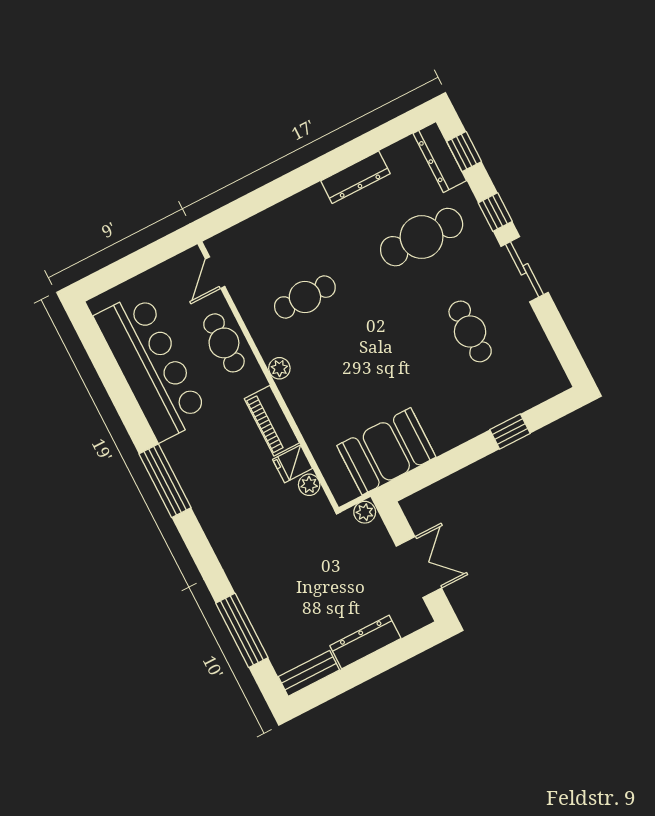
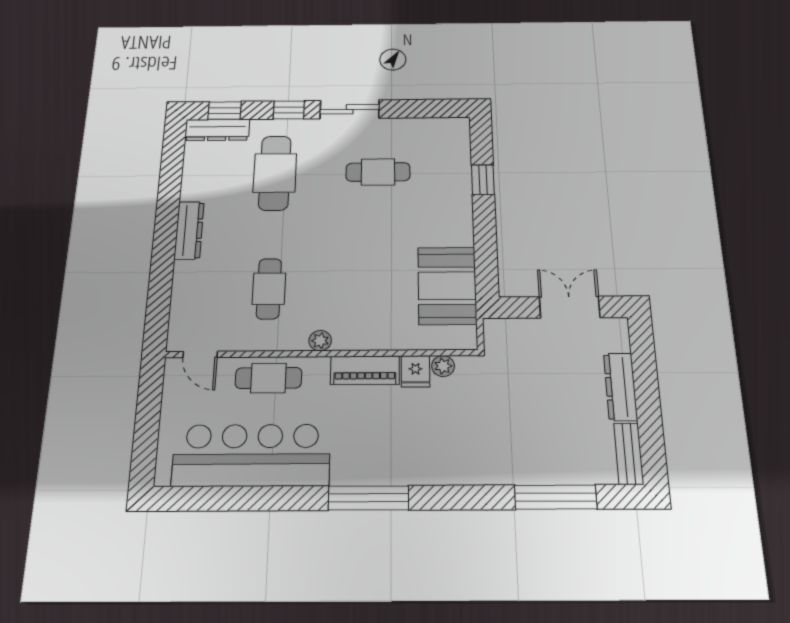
dresser: (355, 177) -> (189, 230), moved
plant: (365, 512) -> (494, 330), removed

